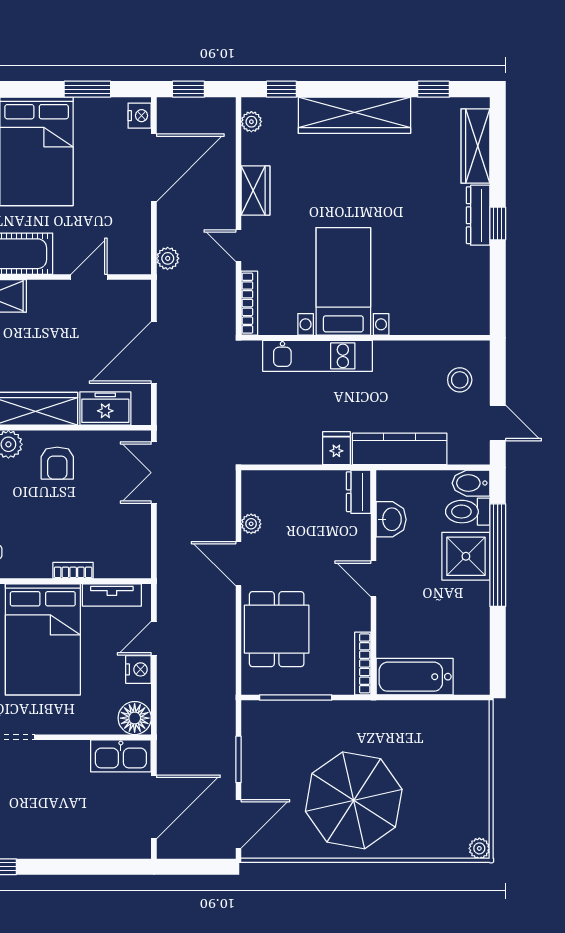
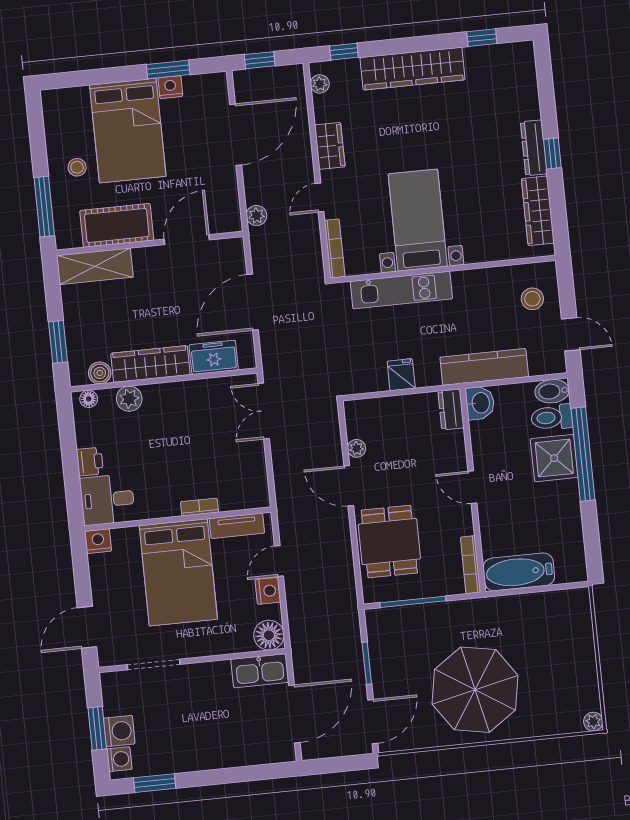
nightstand: (140, 116) -> (170, 87), moved, turned -90
wardrobe: (475, 146) -> (538, 211), moved
door: (239, 246) -> (319, 198), hinge flipped
door: (89, 277) -> (187, 240), width x1.38
fridge: (336, 448) -> (401, 375), moved
armchair: (57, 463) -> (175, 411), removed
washbasin: (391, 519) -> (480, 403), moved

